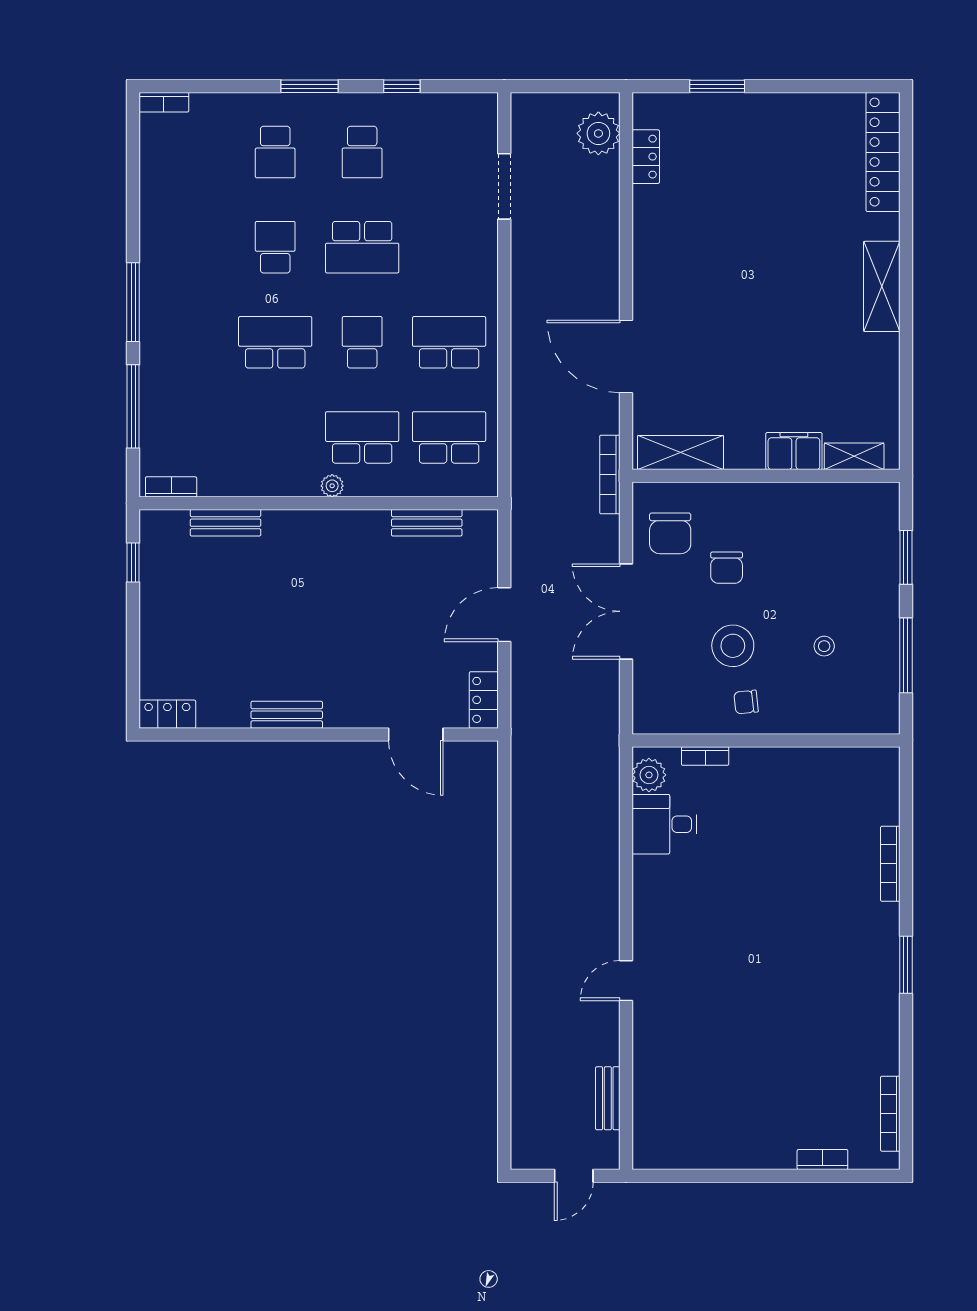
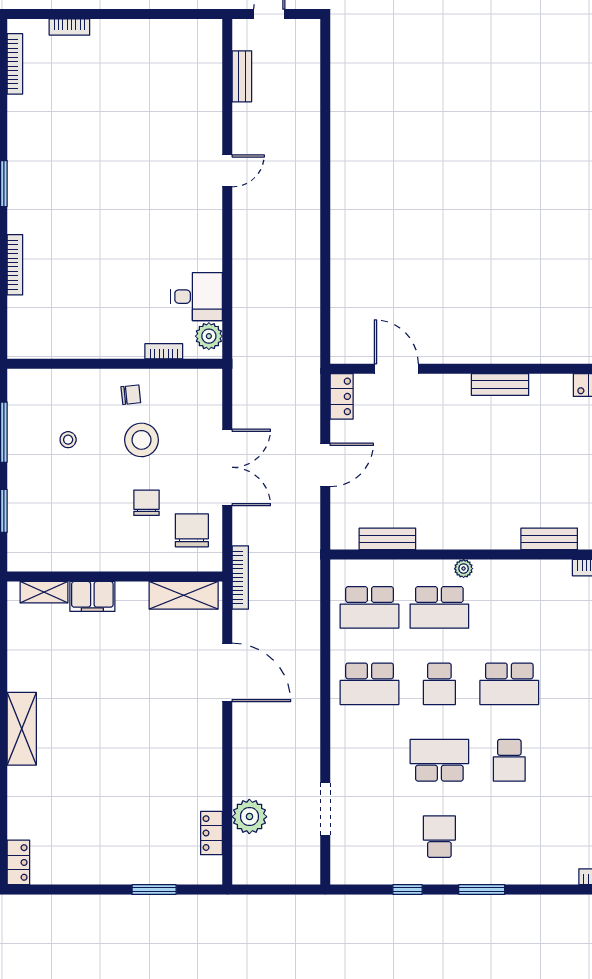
plant: (598, 133) -> (249, 817), moved
school desk: (275, 152) -> (509, 837), removed
locker: (883, 152) -> (18, 862), width x0.46, depth x0.83

